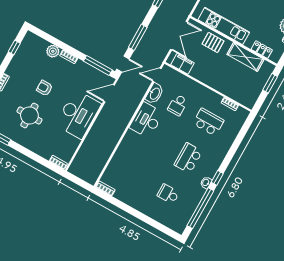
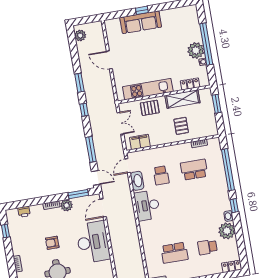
double door: (179, 36) -> (120, 123), width x0.73
printer: (42, 44) -> (24, 212), added
plant: (53, 51) -> (67, 205), moved
door: (123, 64) -> (96, 178), hinge flipped
window: (98, 65) -> (78, 194), width x0.69
pallet: (227, 78) -> (181, 126), added
school desk: (188, 158) -> (174, 253), moved, turned -90
plant: (195, 194) -> (227, 231), added
window: (200, 208) -> (228, 170), moved
locker: (175, 226) -> (232, 266), added

